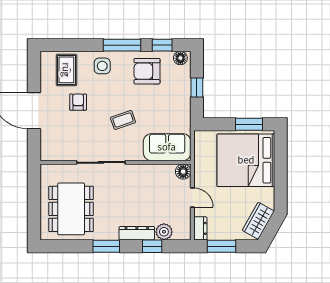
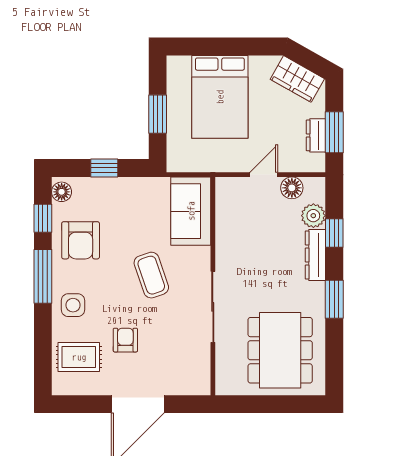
armchair: (78, 102) -> (125, 340), turned 90
coffee table: (123, 120) -> (151, 275), width x1.36, depth x1.30
window: (249, 124) -> (158, 114), moved
bed: (246, 160) -> (220, 97), width x0.73
floor lamp: (183, 172) -> (292, 188), moved
dining table: (71, 209) -> (280, 350), turned 90
dresser: (200, 228) -> (316, 135), moved, turned -90

